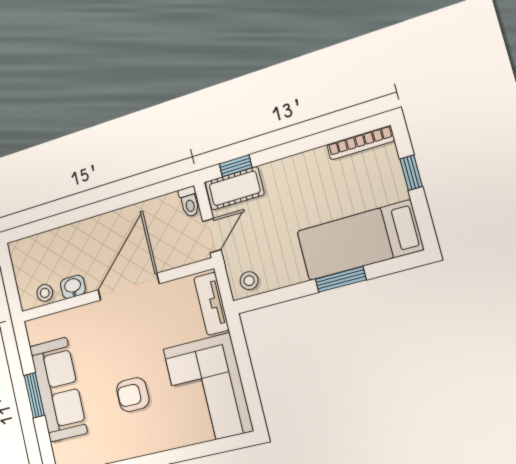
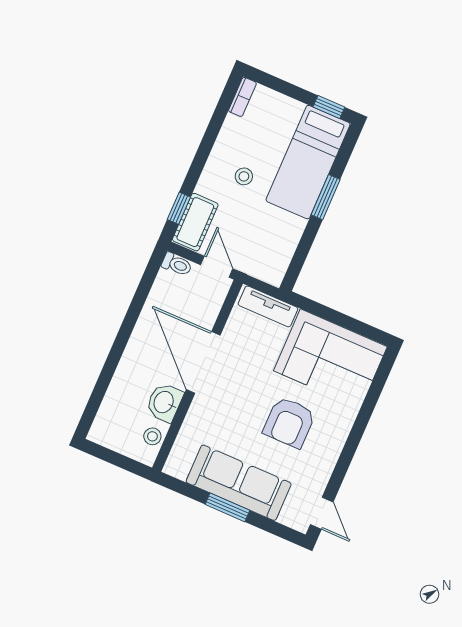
bookcase: (361, 143) -> (242, 97), width x0.64
window: (411, 173) -> (329, 107), moved
stool: (249, 281) -> (244, 176), moved
washbasin: (73, 287) -> (164, 402), width x1.38, depth x1.45
armchair: (133, 395) -> (289, 422), width x1.38, depth x1.38

